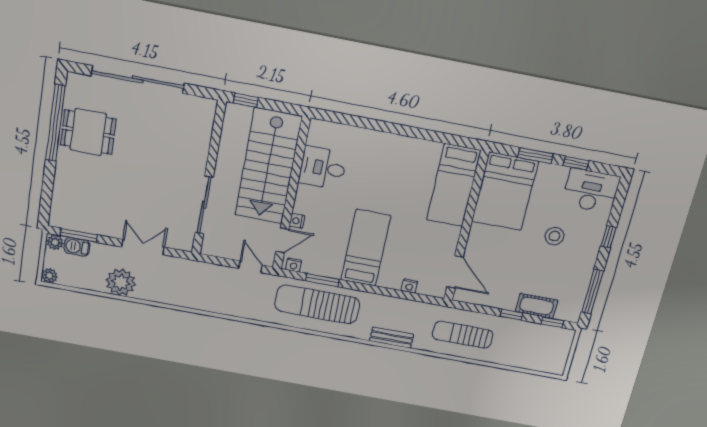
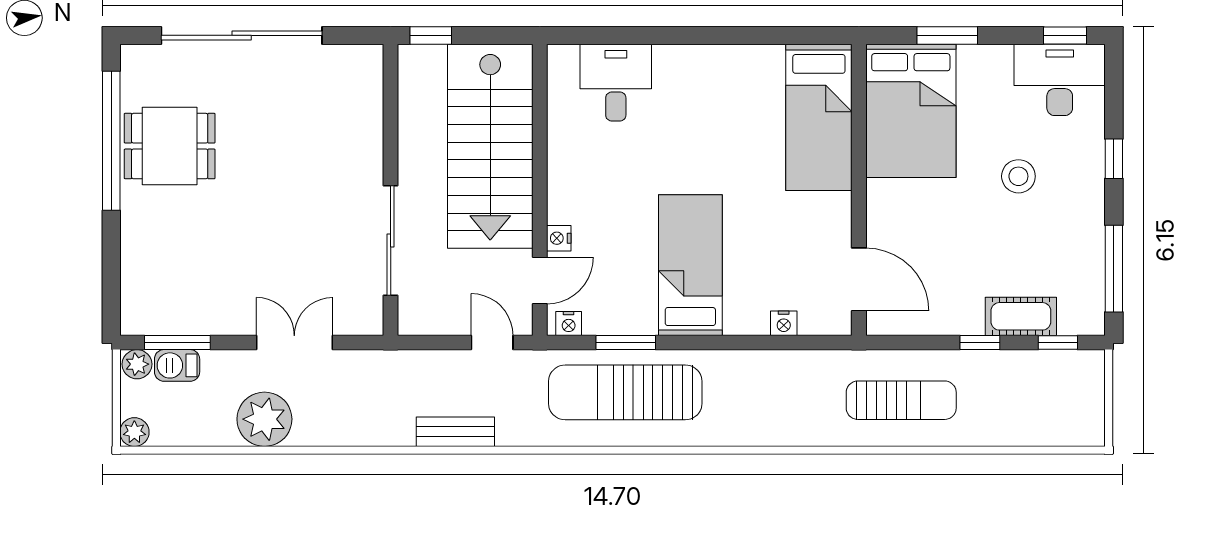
window: (576, 163) -> (1065, 35), moved
desk: (323, 168) -> (616, 83), moved, turned 90
sun lounger: (463, 335) -> (901, 400), turned 180
bench: (392, 338) -> (455, 432), moved

